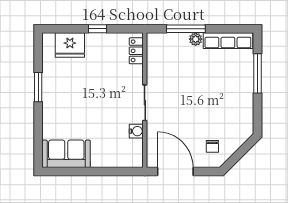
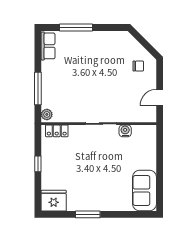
plant: (196, 39) -> (47, 114), moved
row of seats: (228, 41) -> (48, 46), width x0.68
fridge: (70, 45) -> (54, 201), moved, turned -90
door: (175, 171) -> (160, 98), width x0.53

